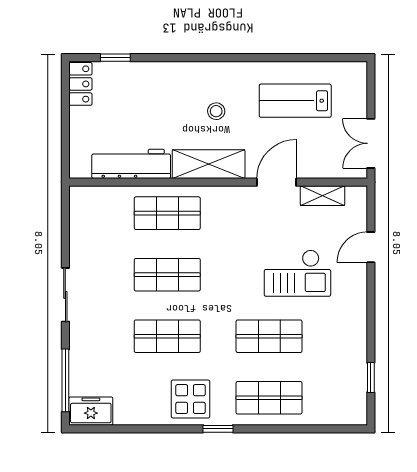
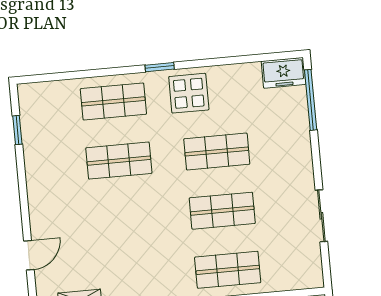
checkout: (297, 273) -> (97, 224), removed
sliding door: (65, 295) -> (321, 216), moved

